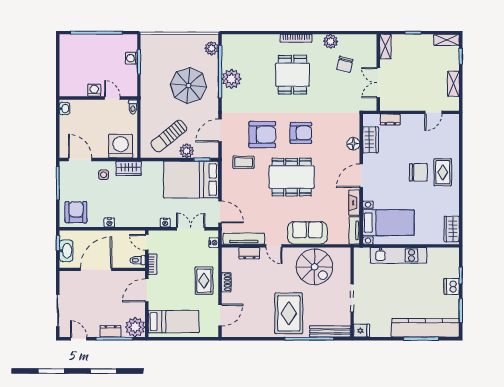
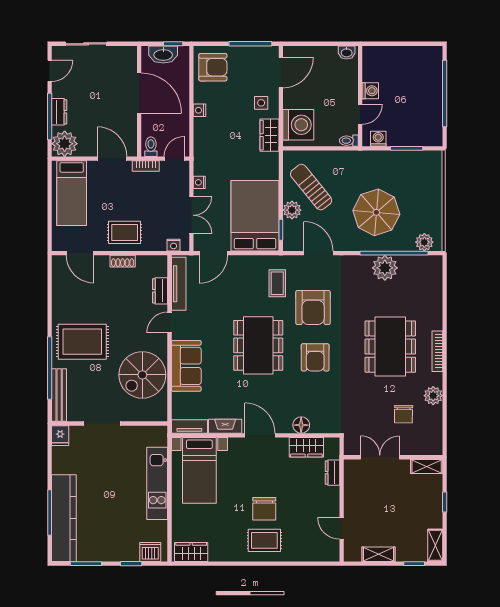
washing machine: (131, 58) -> (378, 139), moved
chair: (345, 64) -> (404, 414), turned -103
dining table: (292, 75) -> (390, 347), width x1.38
dishwasher: (452, 286) -> (150, 552), moved

